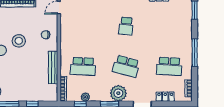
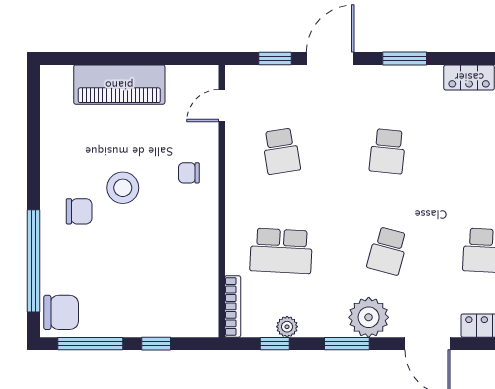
school desk: (83, 26) -> (281, 151), added
school desk: (126, 66) -> (388, 251), width x0.54
bench: (53, 68) -> (207, 254), removed

